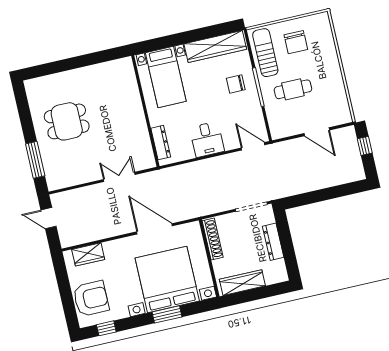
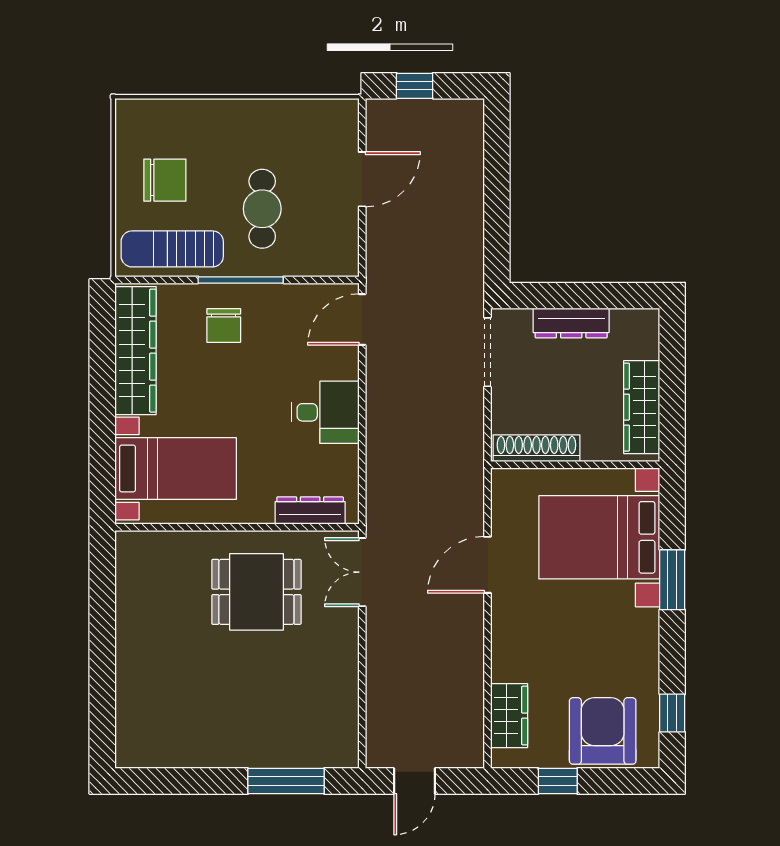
dining table: (67, 121) -> (256, 592), moved, turned 90
double door: (119, 177) -> (362, 572), moved
door: (155, 229) -> (487, 565), width x0.73
bed with nightstands: (167, 279) -> (599, 537), width x0.73
window: (63, 283) -> (558, 781), added

